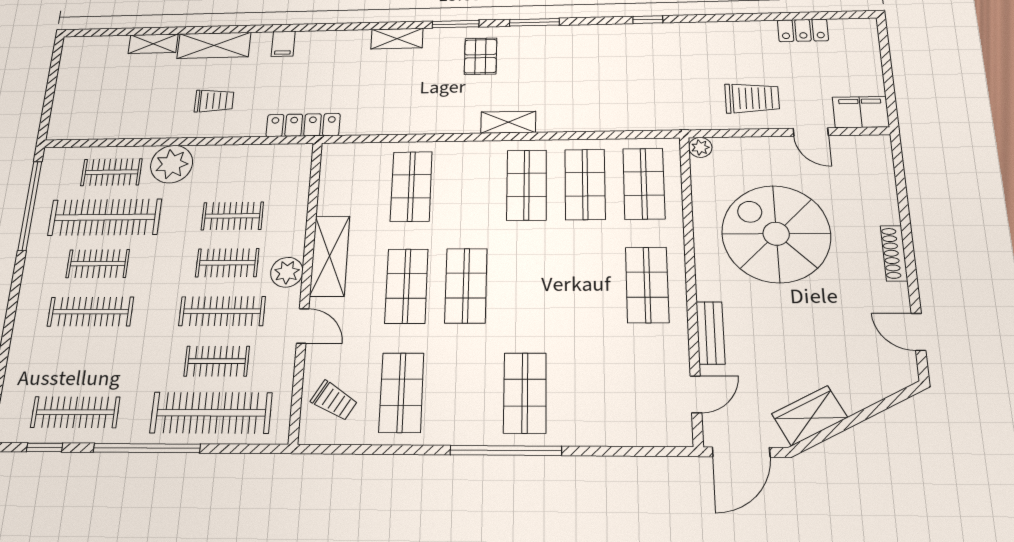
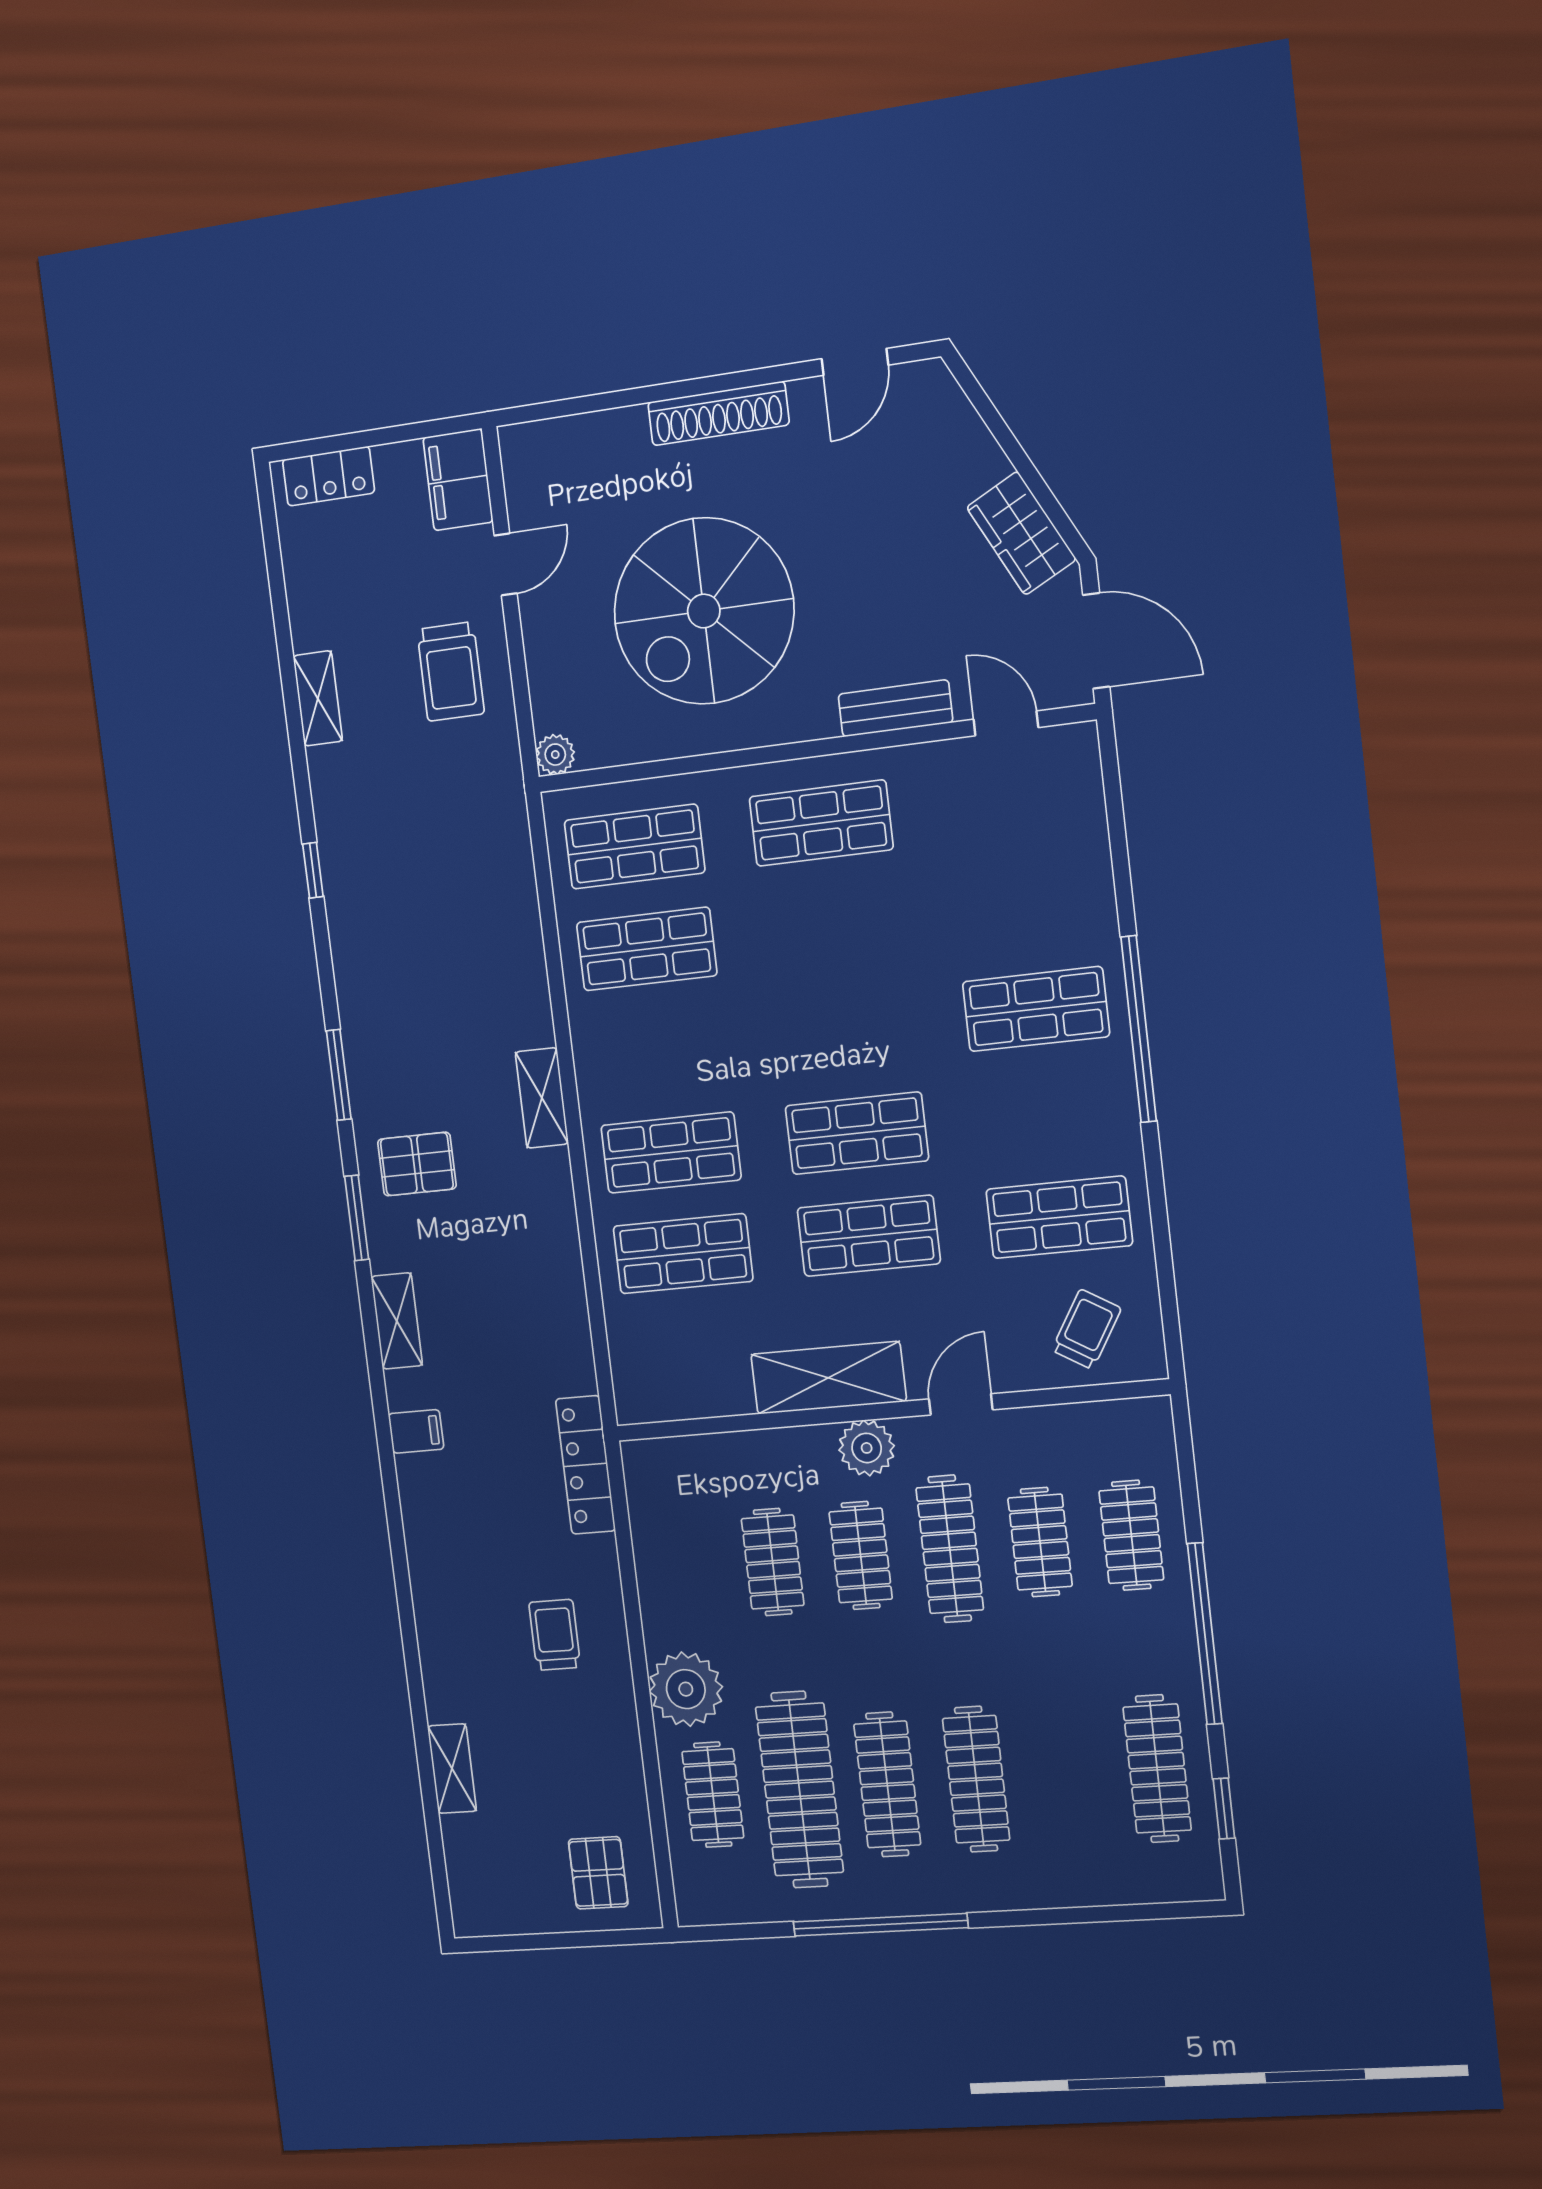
locker: (803, 30) -> (328, 476), moved, turned 90
filing cabinet: (283, 44) -> (416, 1431), moved
shelving: (214, 45) -> (318, 698), moved, width x0.67, depth x0.75
trolley: (752, 98) -> (451, 672), turned 180
pallet: (82, 110) -> (598, 1873), added
shop shelf: (527, 185) -> (671, 1153), moved
window: (30, 206) -> (880, 1925), moved
shoe rack: (894, 253) -> (718, 413), width x1.36, depth x1.24
clothes rail: (98, 264) -> (887, 1784), width x1.36
clothes rail: (211, 413) -> (1131, 1535), width x0.54, depth x0.76

